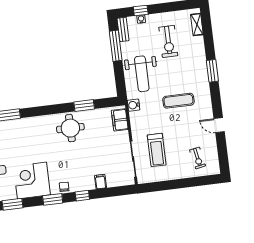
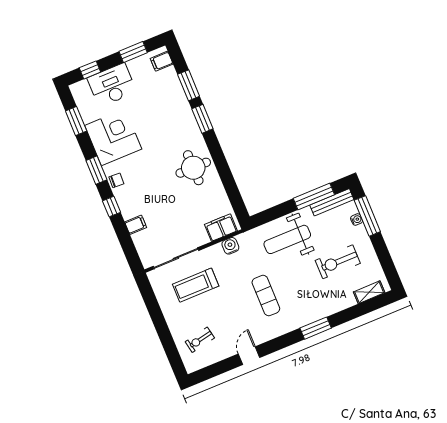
window: (141, 10) -> (367, 216), width x2.17
bench: (123, 29) -> (332, 202), width x1.36
water cooler: (134, 105) -> (230, 246), moved
window: (84, 106) -> (202, 119), moved

